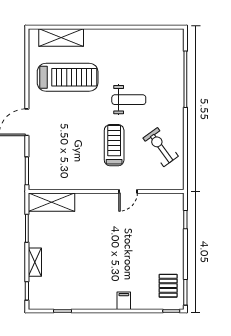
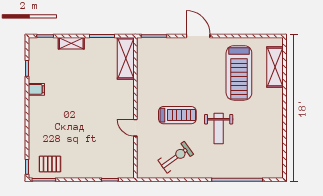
filing cabinet: (124, 301) -> (36, 89), moved

